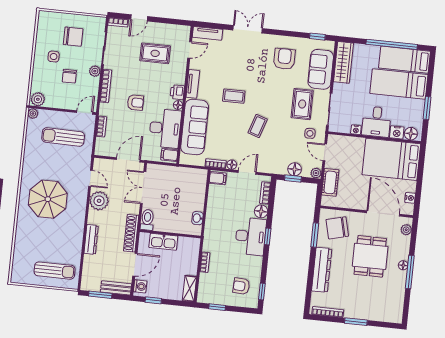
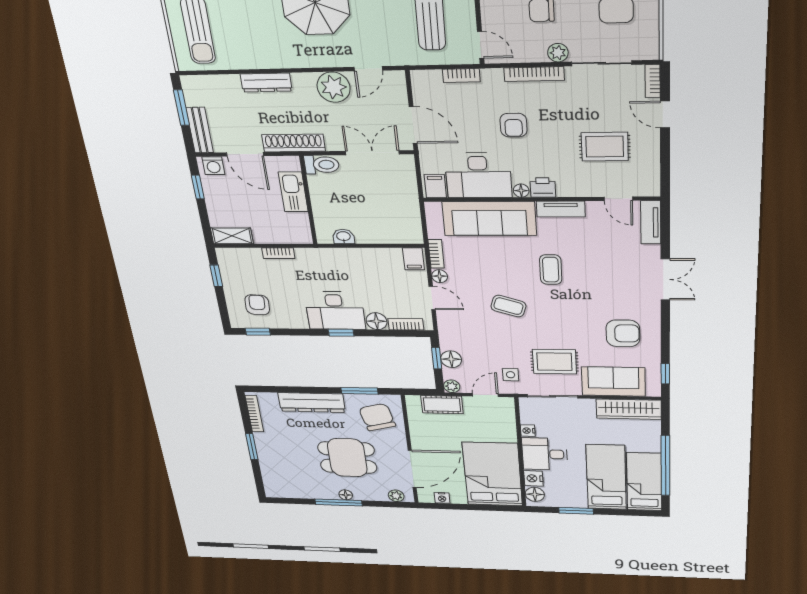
rug: (155, 53) -> (605, 147), turned 90

